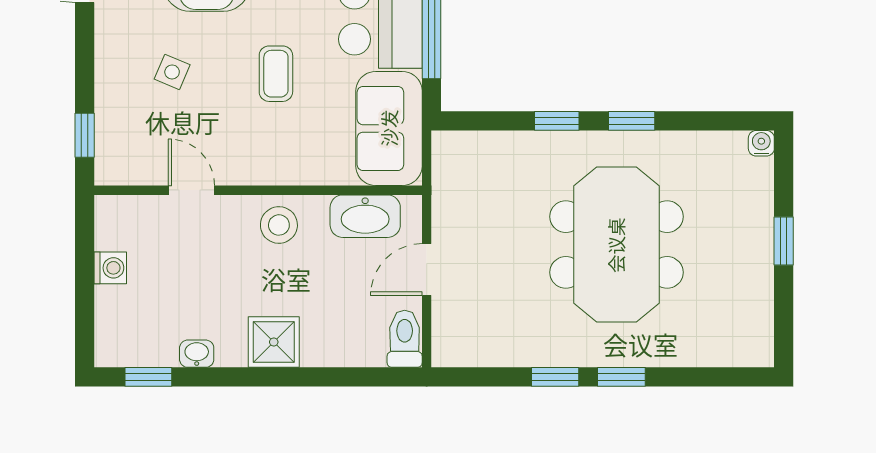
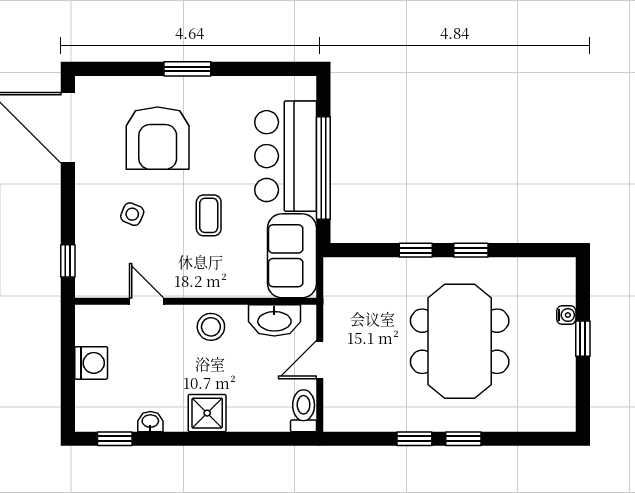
water cooler: (761, 143) -> (566, 315), moved, turned 90
washing machine: (110, 268) -> (91, 363), width x1.38, depth x1.38

